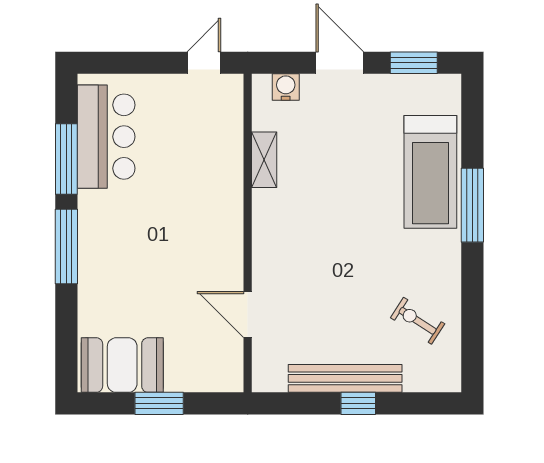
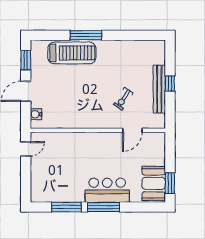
door: (204, 63) -> (26, 149), swing flipped
bar counter: (106, 137) -> (107, 190), moved
shelving: (264, 160) -> (67, 123), removed
exercise bike: (418, 321) -> (123, 99), moved
window: (159, 403) -> (170, 183), moved

